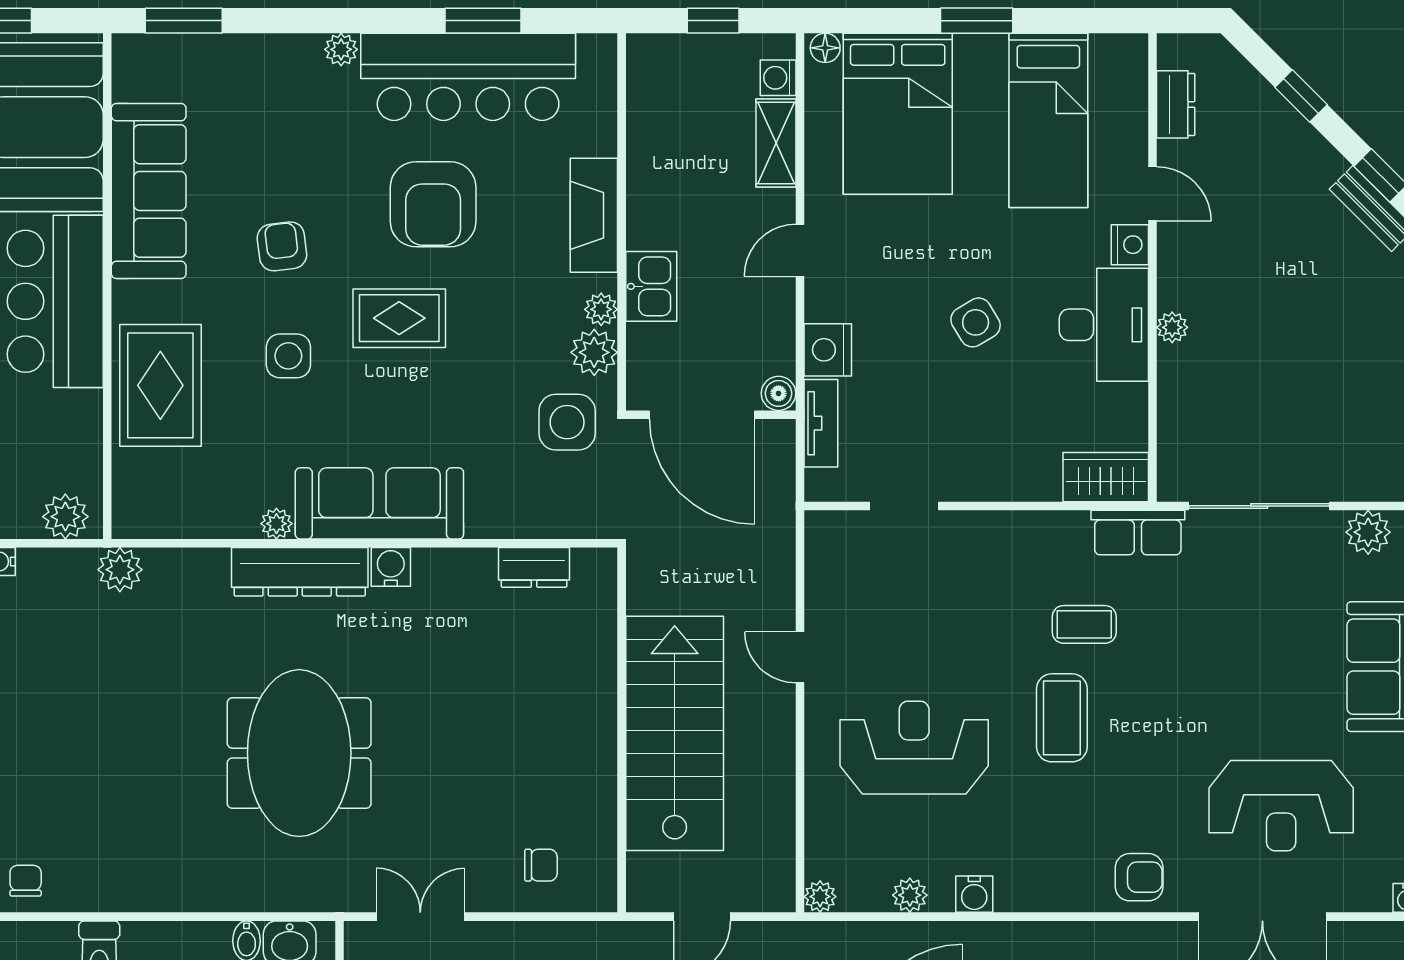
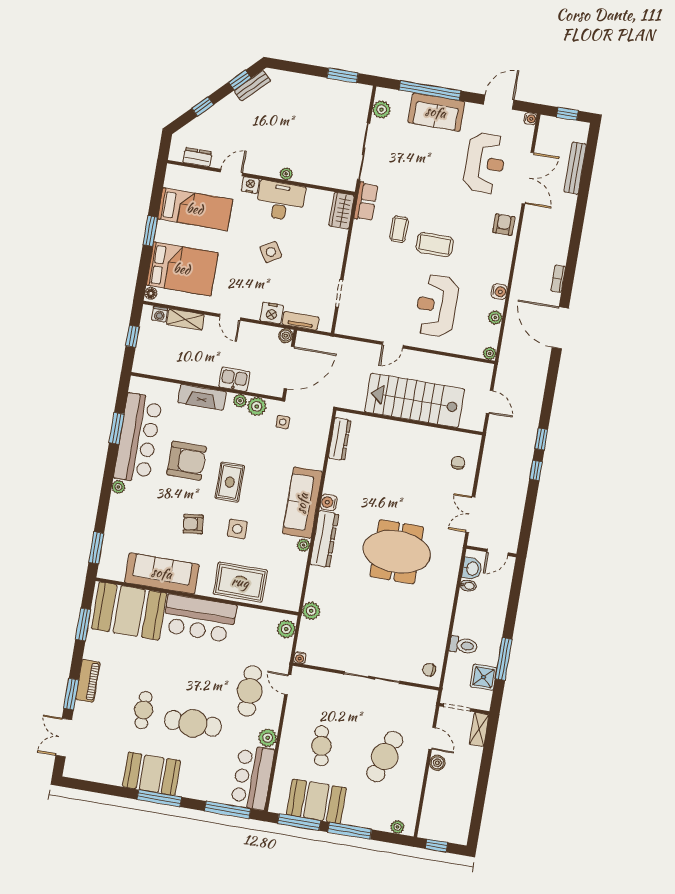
side table: (567, 422) -> (283, 422), width x0.54, depth x0.54
dresser: (534, 567) -> (340, 439), width x1.44

